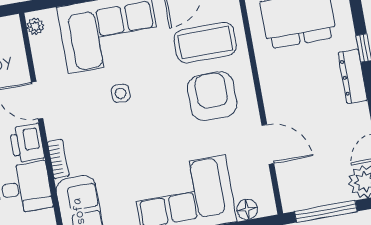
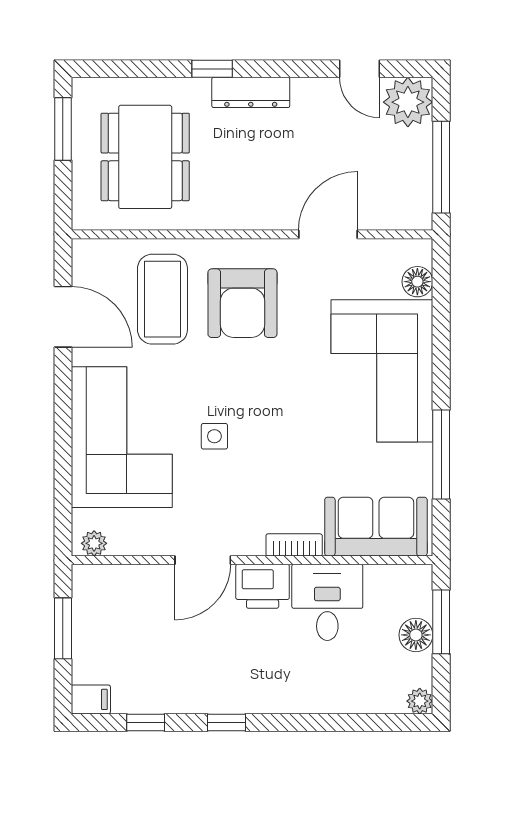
armchair: (212, 96) -> (242, 303), turned -90

